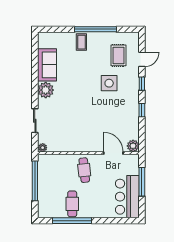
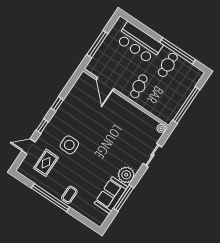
window: (35, 69) -> (124, 198), added
plant: (133, 146) -> (84, 79), removed
bar counter: (127, 197) -> (139, 43), moved, turned 90

